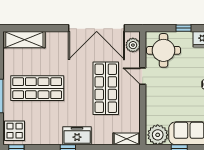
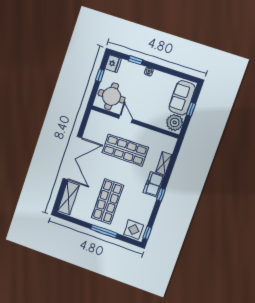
double door: (97, 28) -> (72, 158), moved
plant: (133, 45) -> (100, 118), removed
door: (143, 76) -> (126, 119), swing flipped
shelving: (127, 139) -> (164, 163), moved

